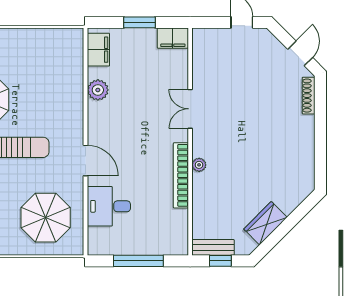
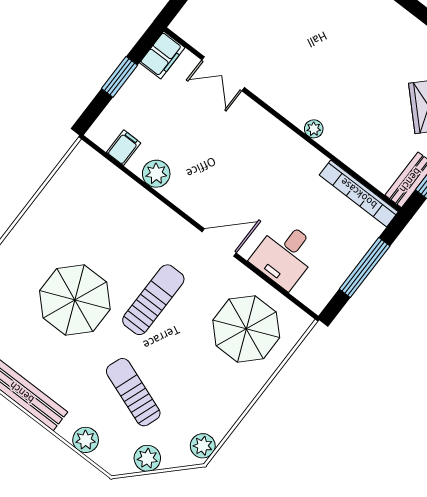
filing cabinet: (98, 50) -> (124, 148), width x0.50
double door: (190, 109) -> (223, 74), moved
bookcase: (181, 175) -> (359, 193), moved

